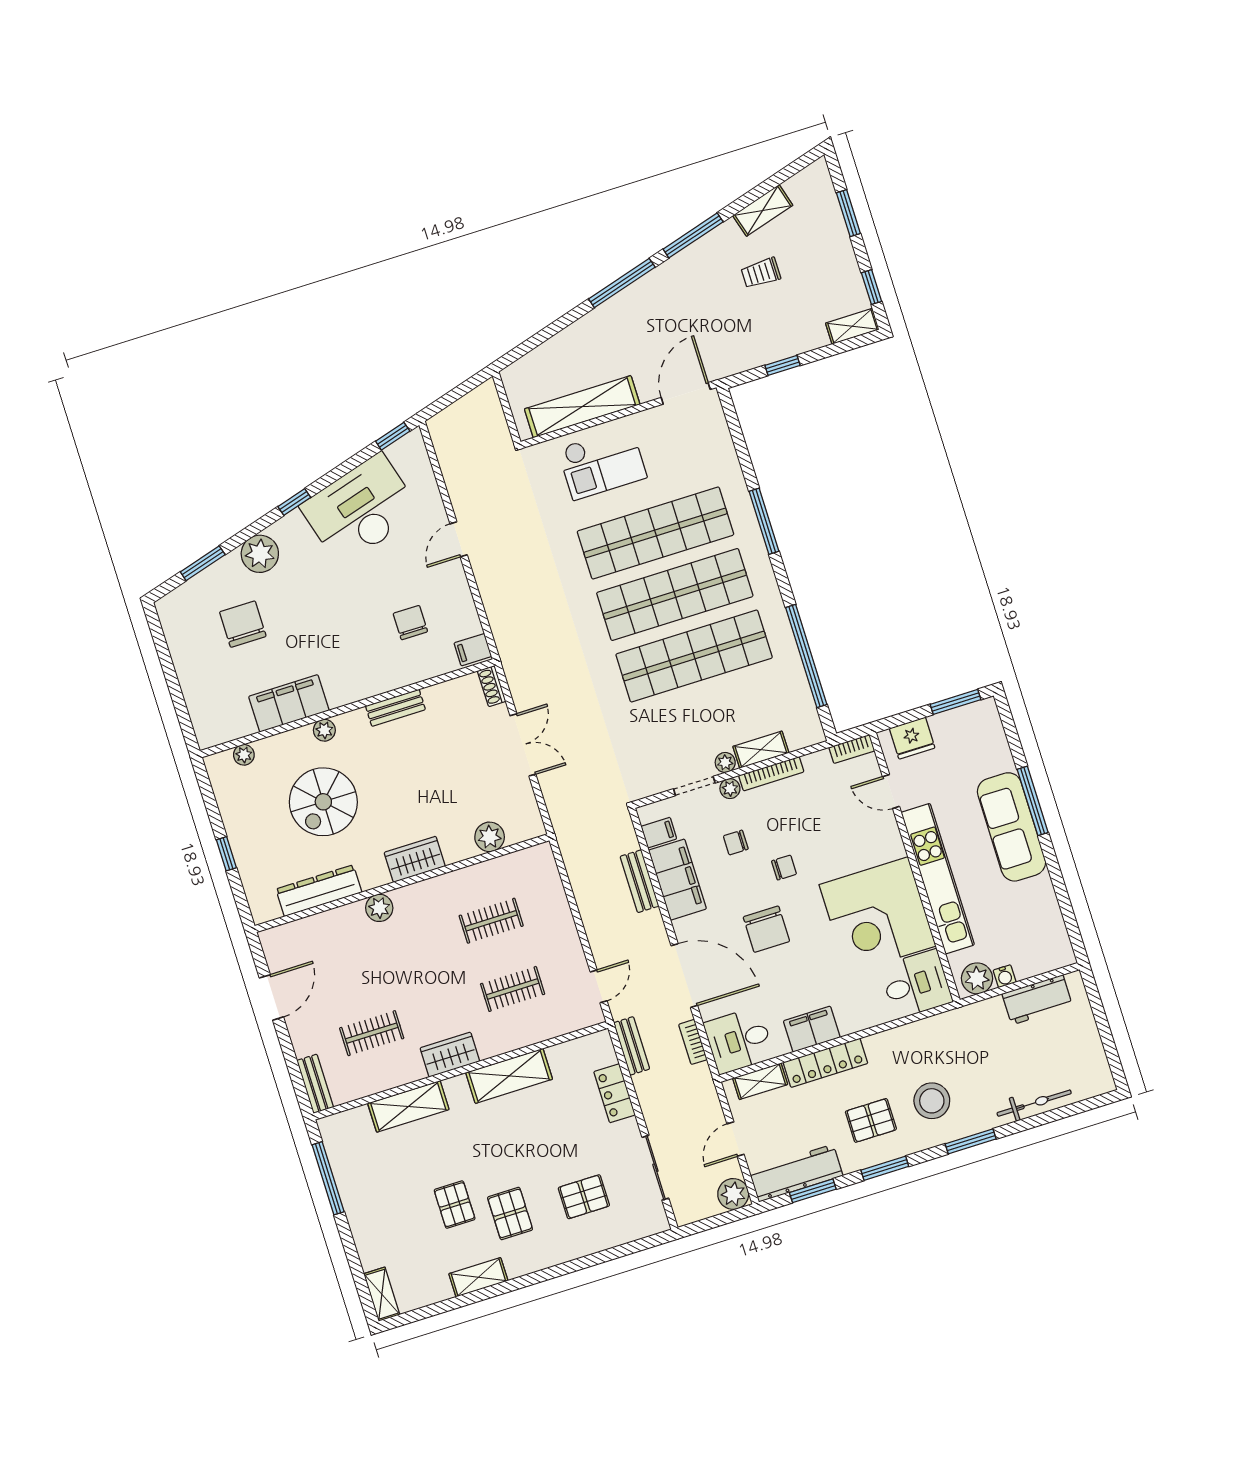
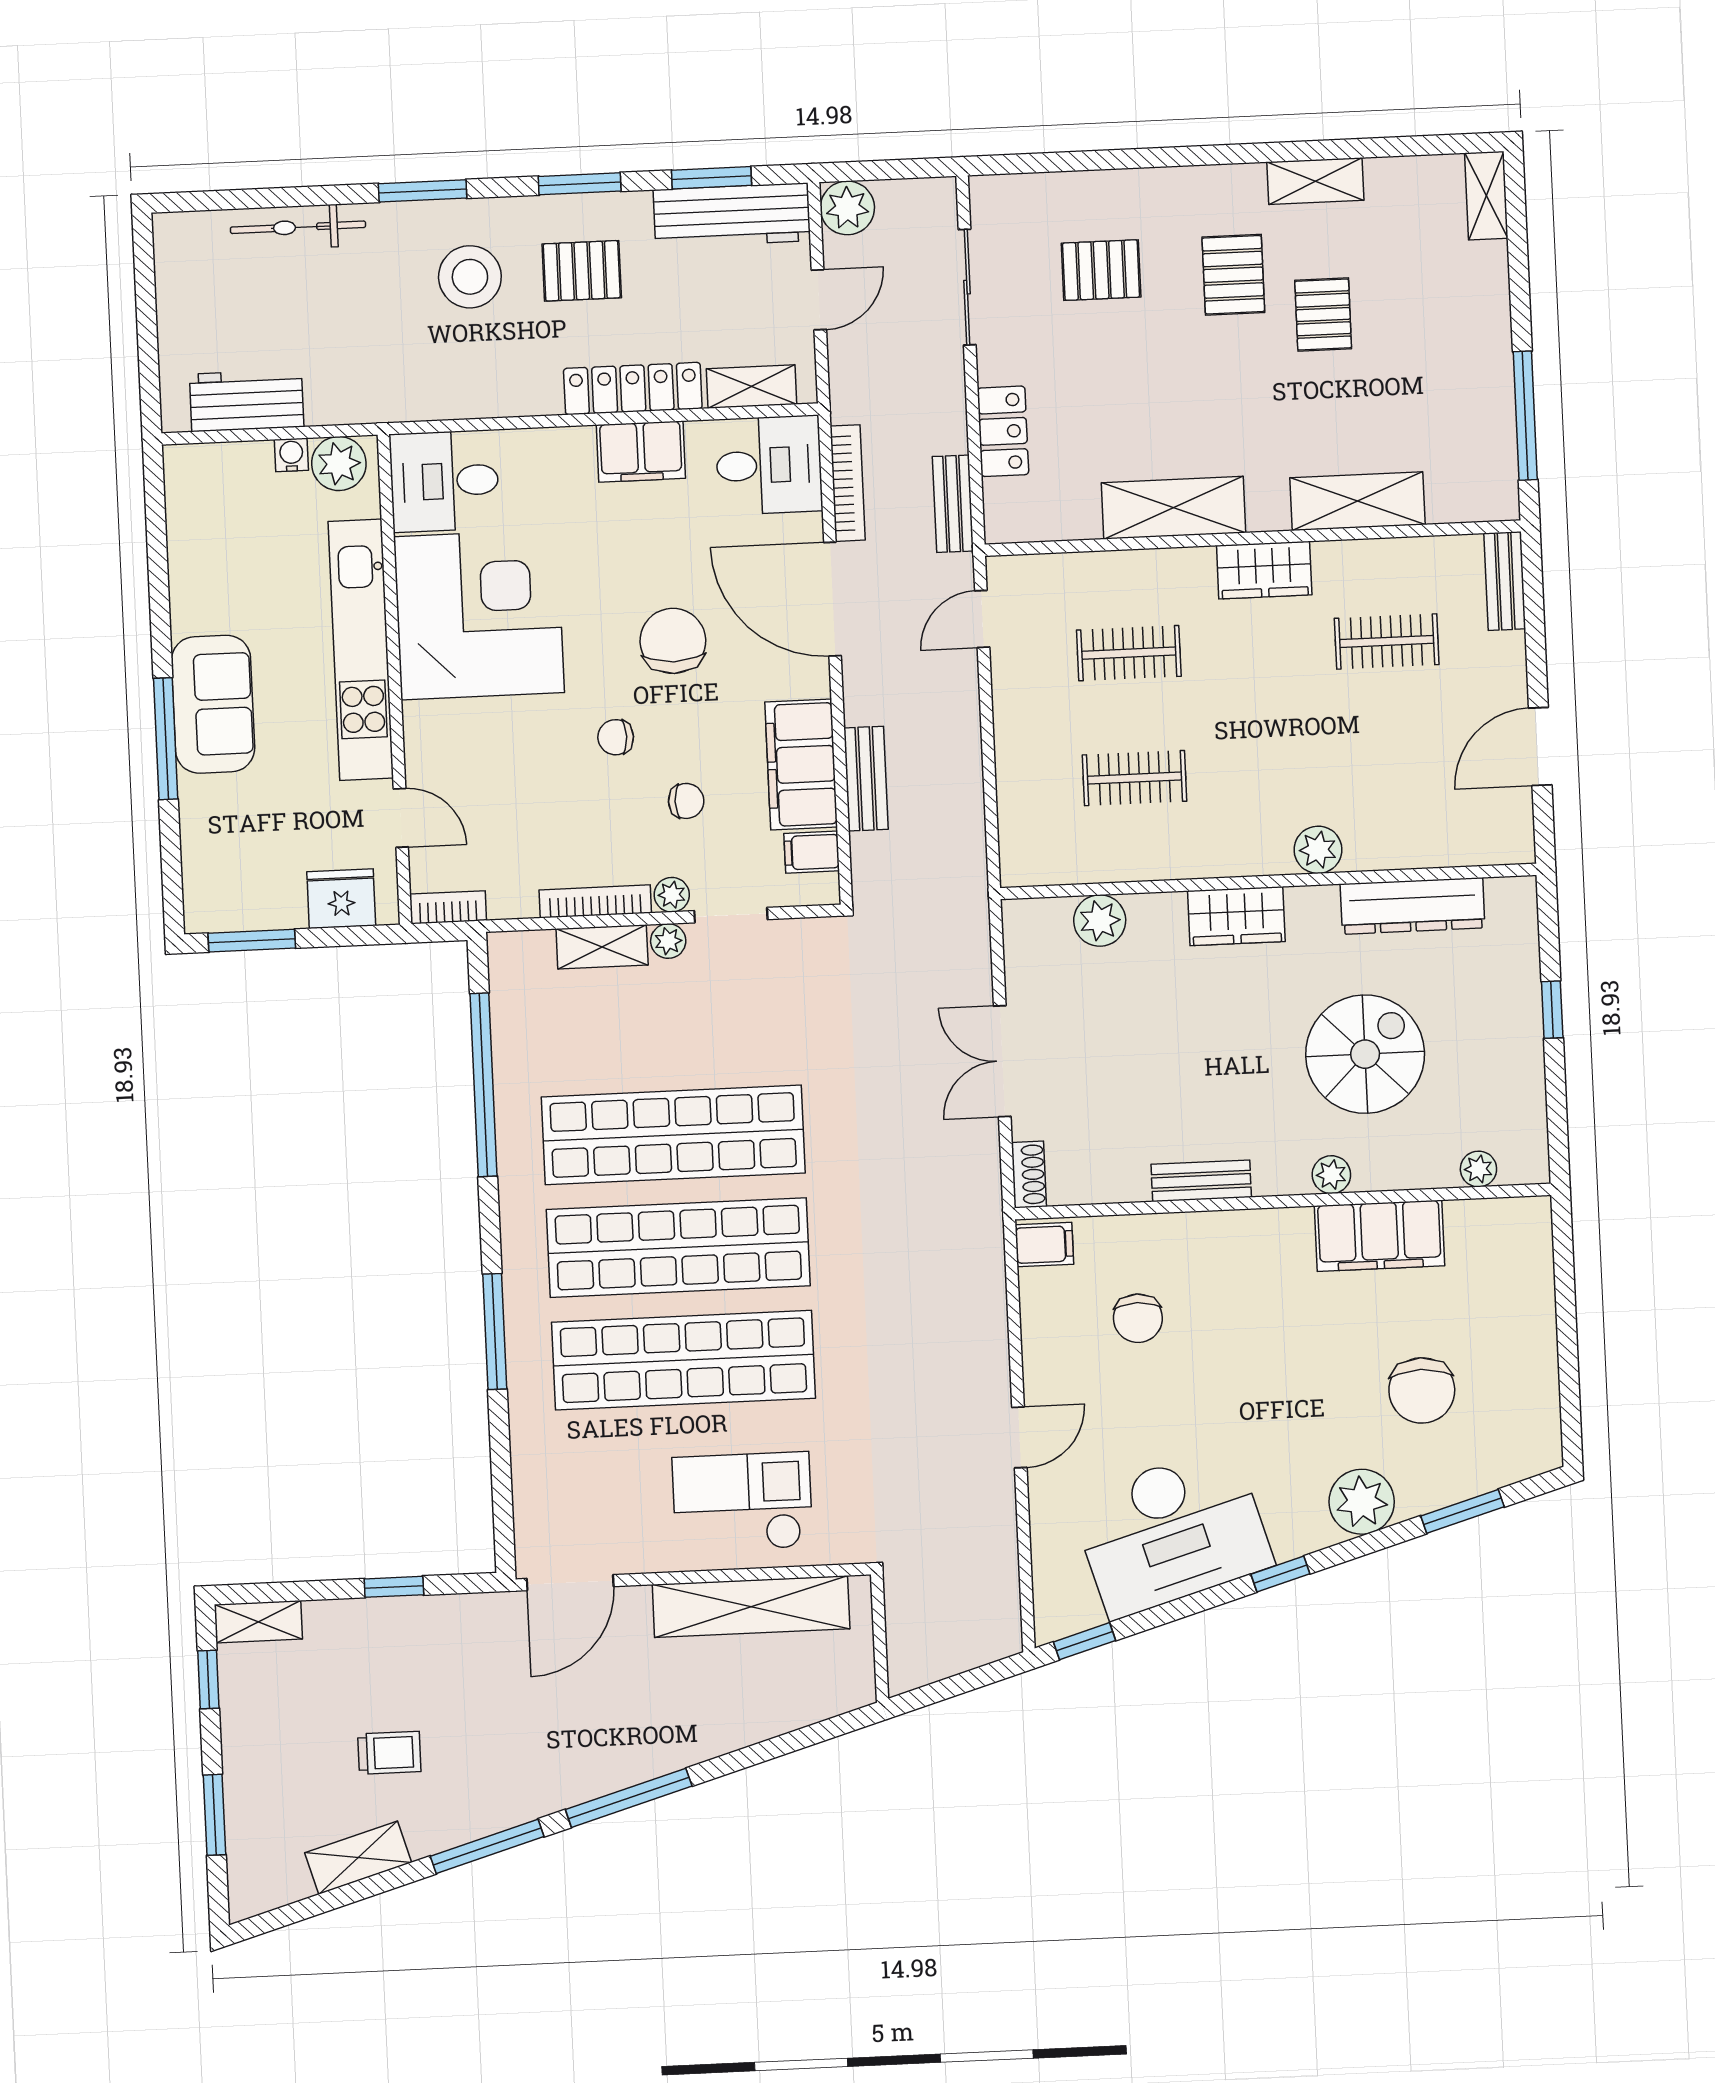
sofa: (1011, 827) -> (213, 704), width x0.73
bookcase: (693, 1042) -> (848, 483), width x1.56

